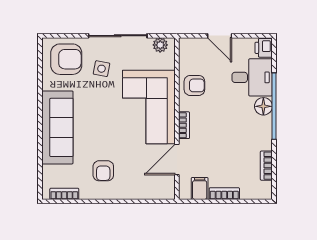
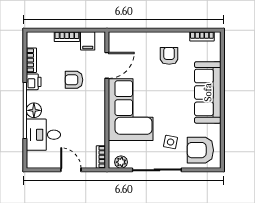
printer: (264, 48) -> (34, 82), moved
armchair: (194, 85) -> (74, 80), moved
bookcase: (184, 125) -> (101, 157), moved

